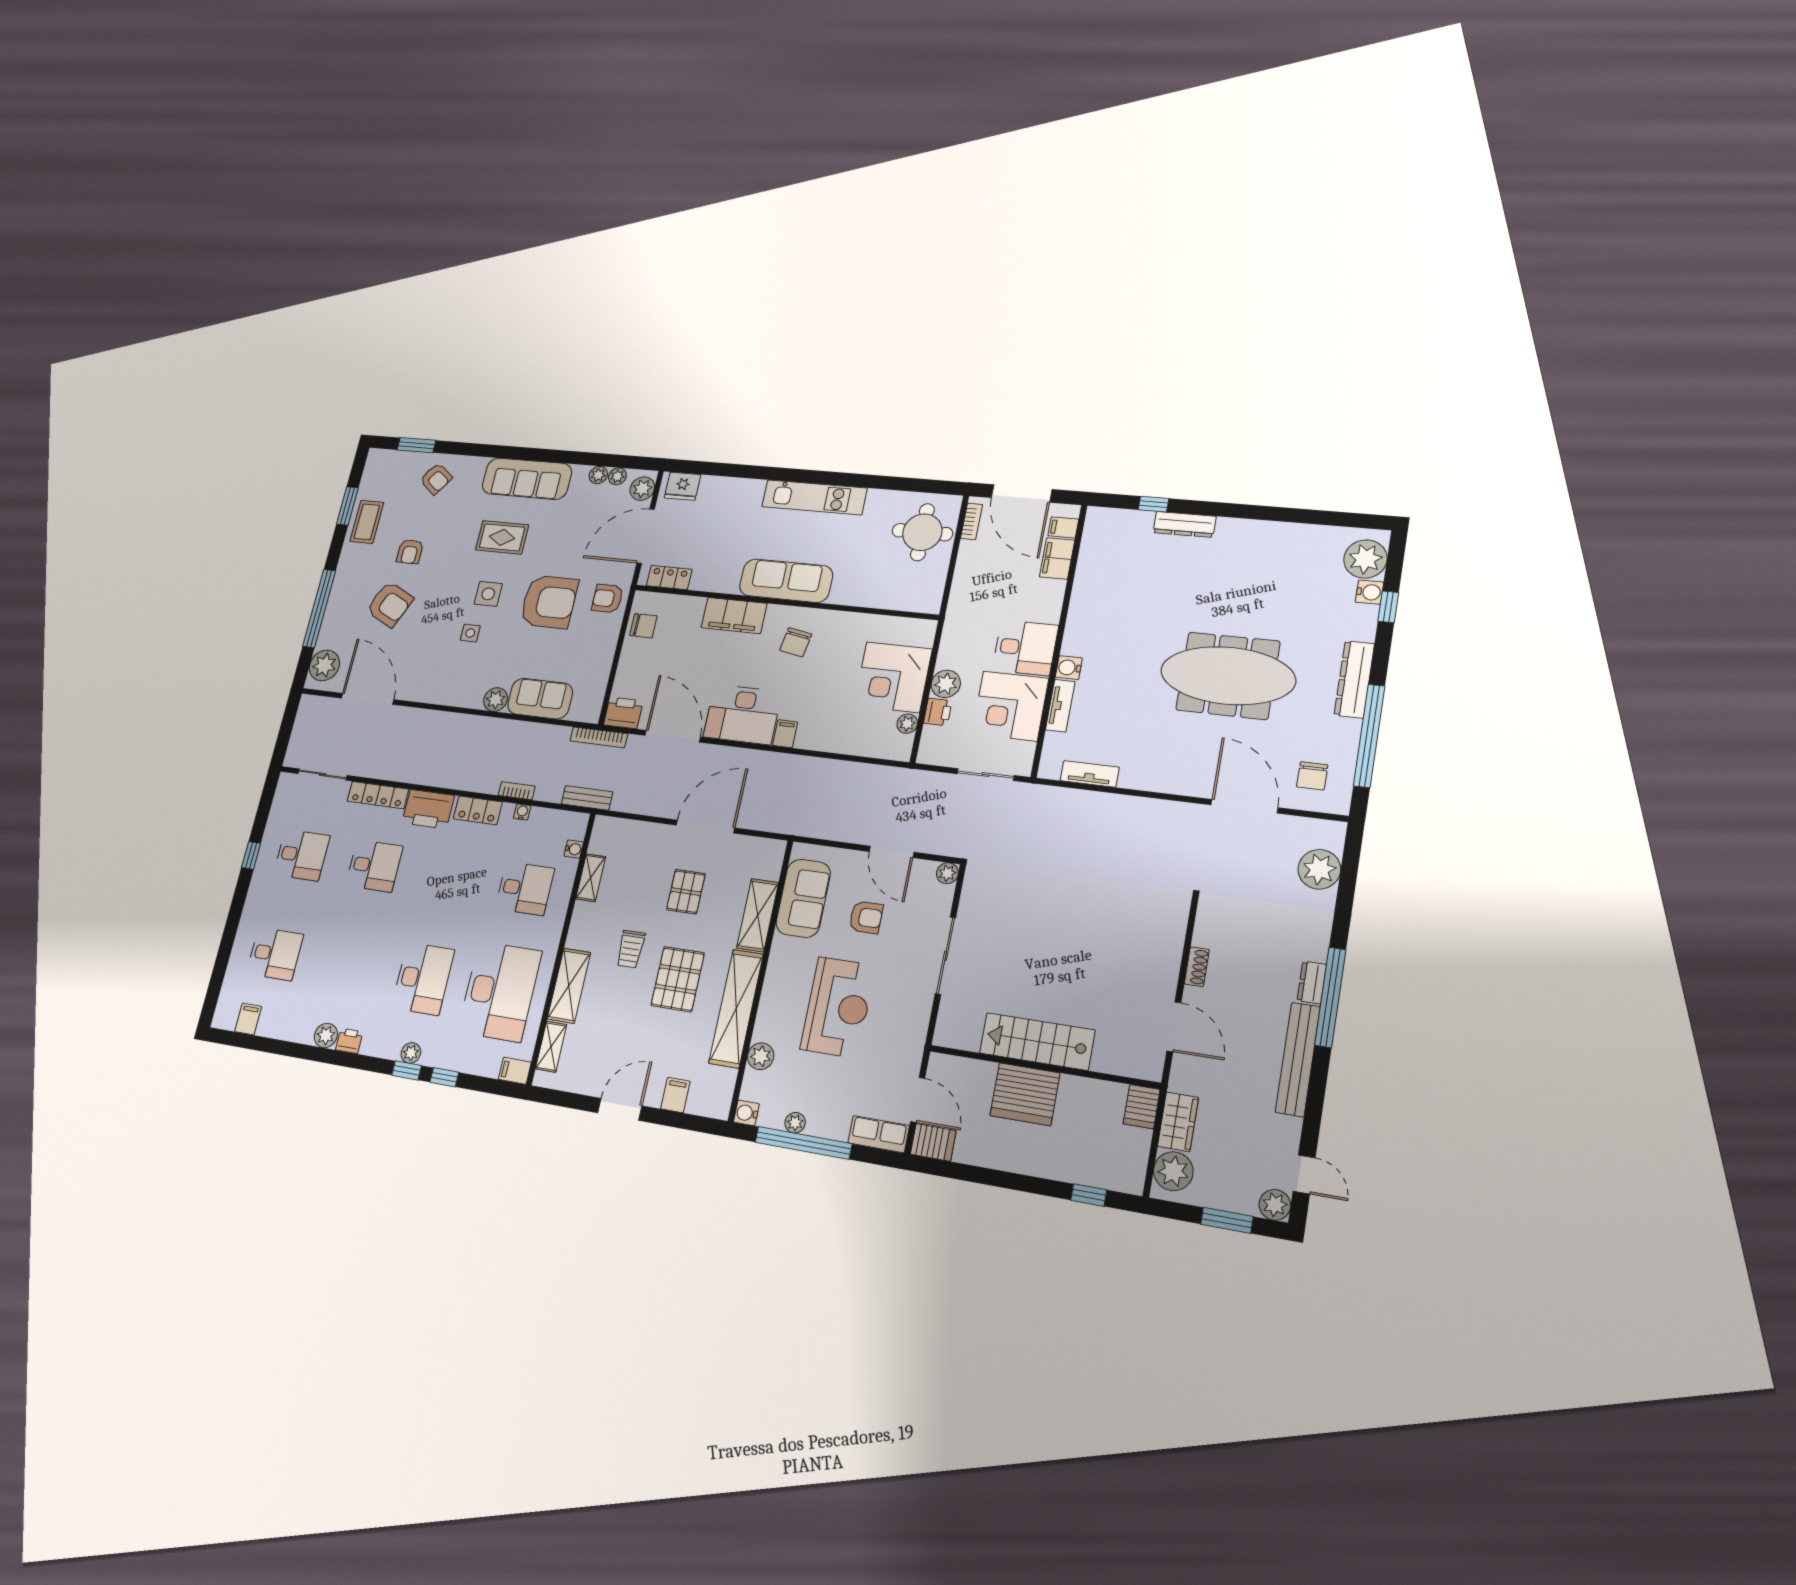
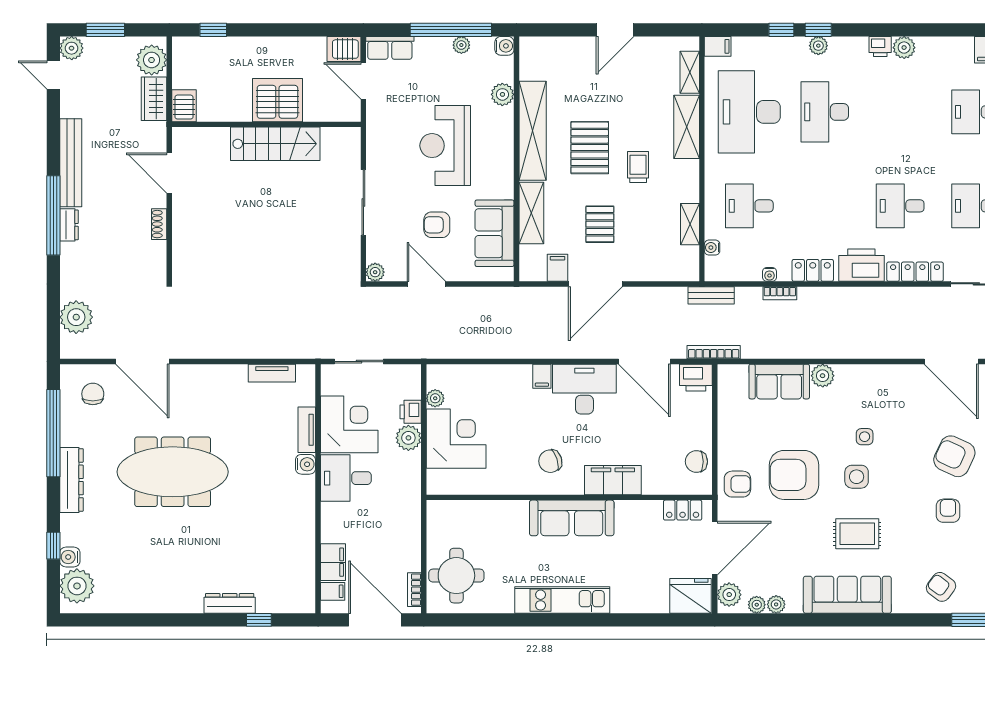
fridge: (682, 486) -> (690, 596), width x1.36, depth x1.34
chair: (796, 642) -> (550, 461), turned -118
filing cabinet: (675, 1095) -> (558, 268), moved, turned 180

